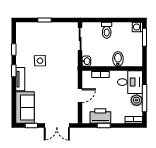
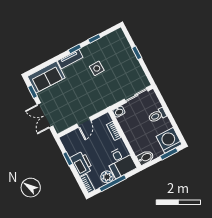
washing machine: (137, 27) -> (169, 140), width x1.89, depth x1.89
bidet: (118, 59) -> (145, 158), moved
door: (80, 96) -> (84, 122), hinge flipped
printer: (100, 116) -> (81, 164), moved

